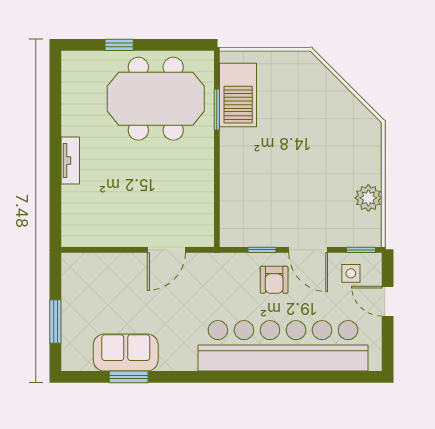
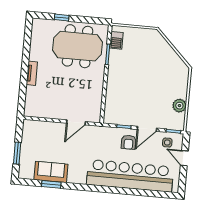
barbecue: (238, 95) -> (116, 40), width x0.53, depth x0.65
door: (308, 250) -> (147, 129), hinge flipped

